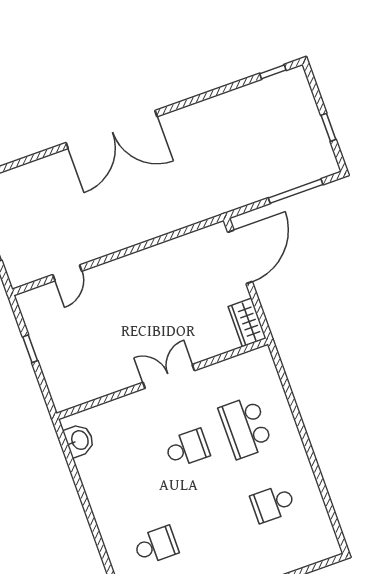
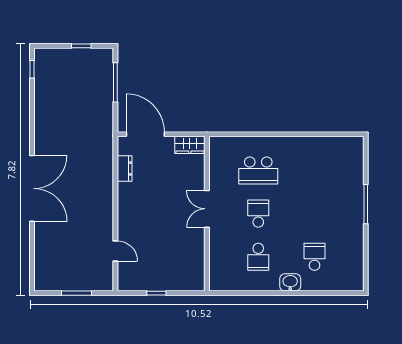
dresser: (183, 245) -> (125, 168), added
washbasin: (79, 440) -> (290, 282), moved
school desk: (273, 503) -> (258, 257), moved

